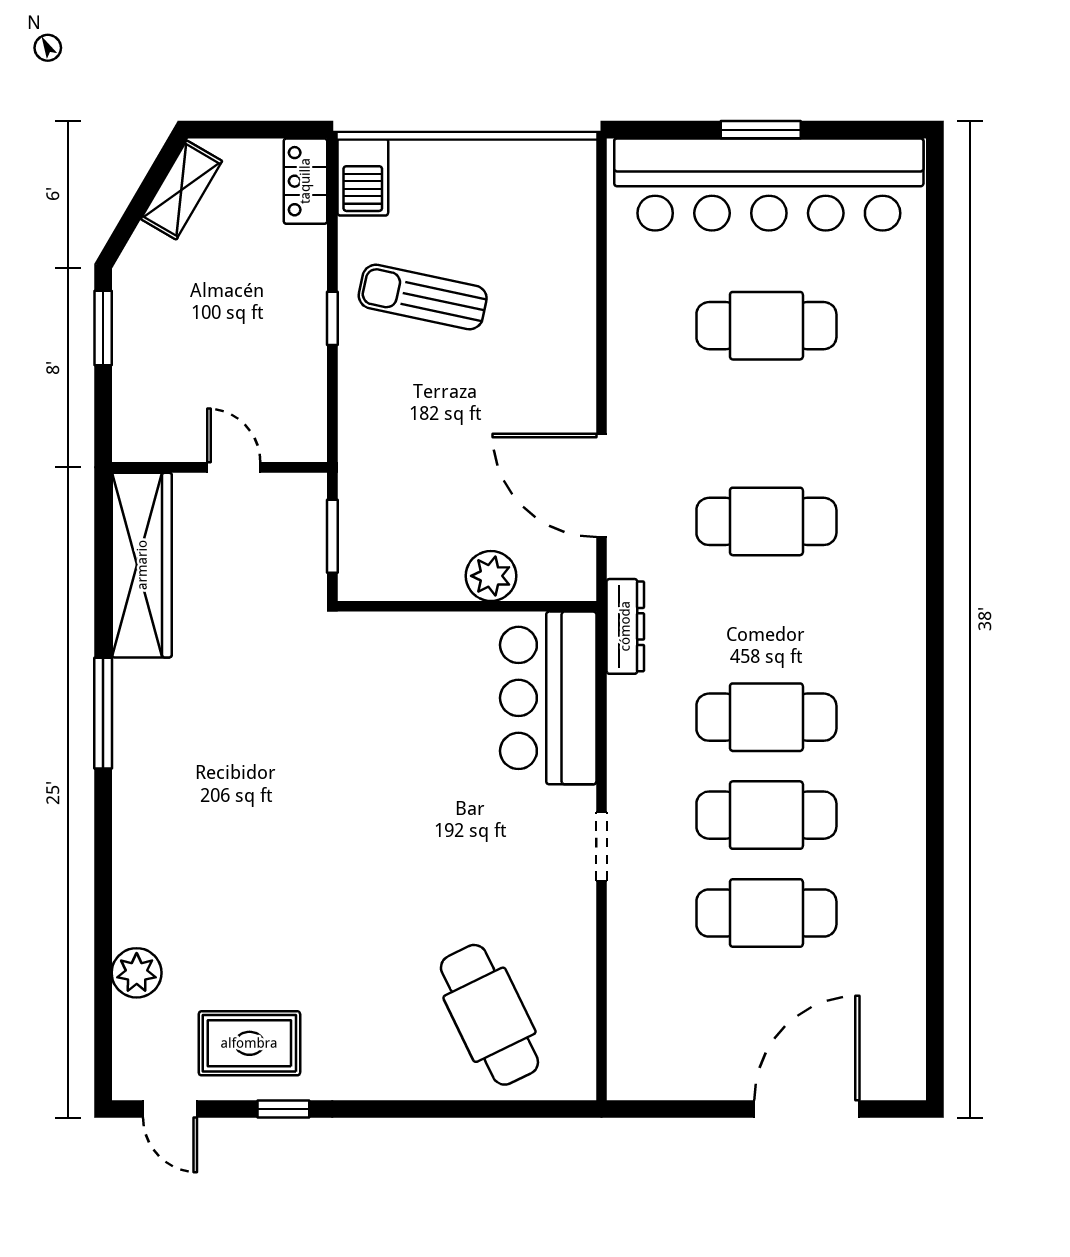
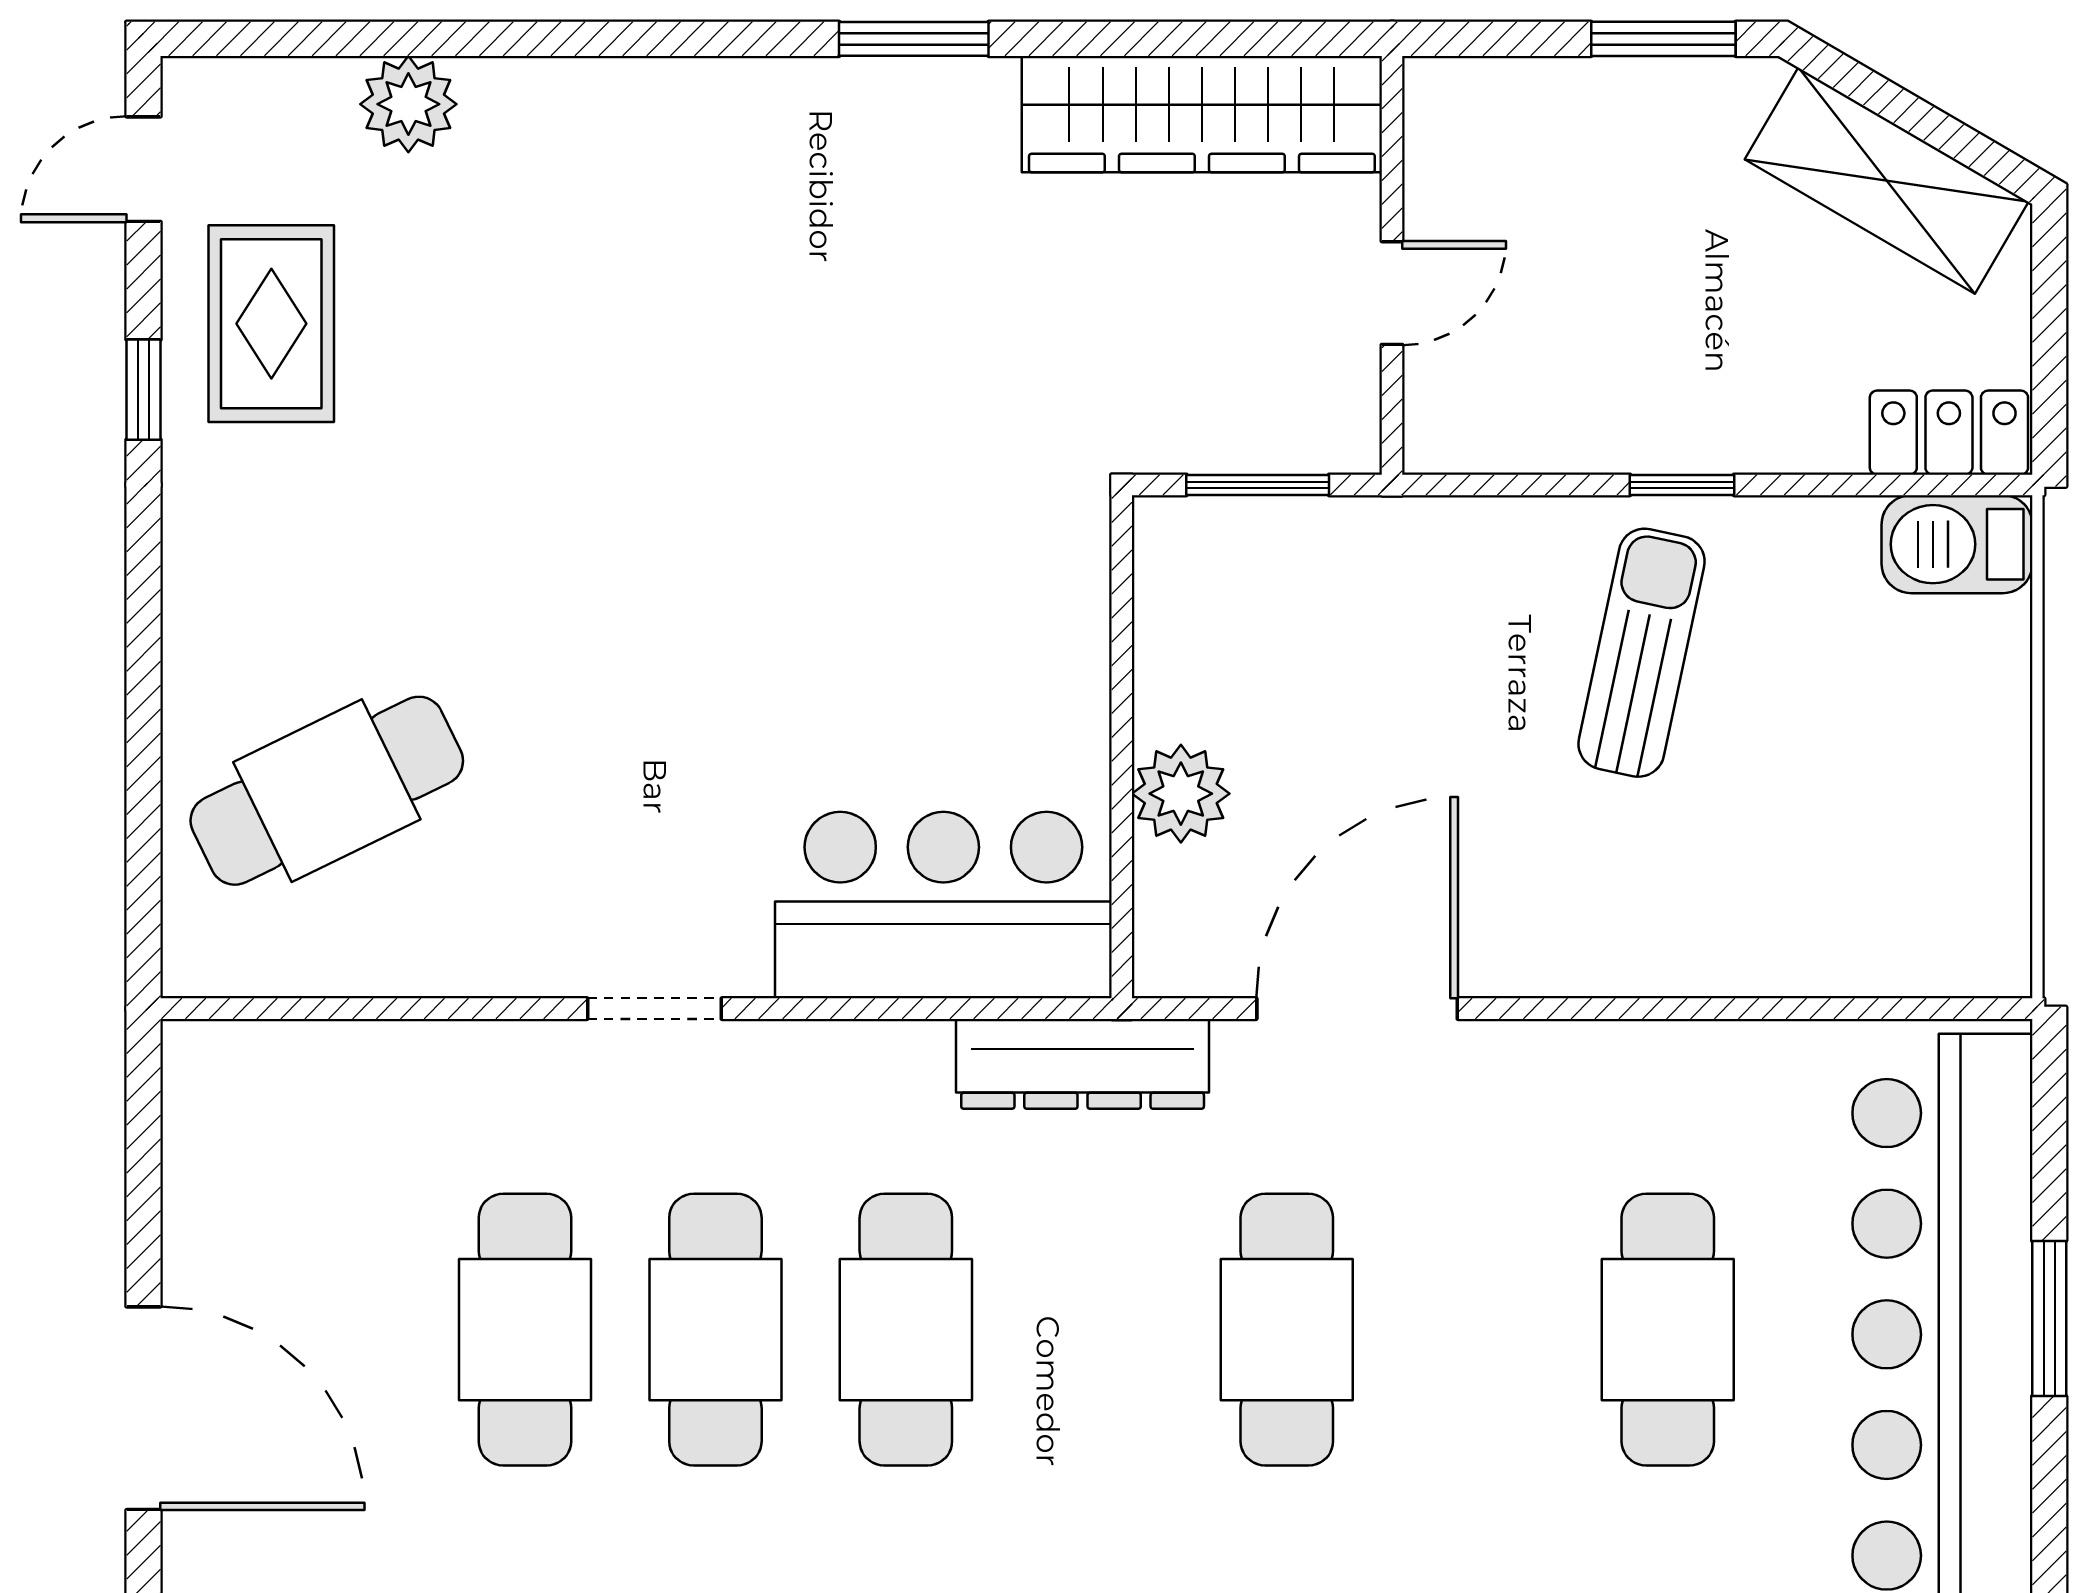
shelving: (181, 190) -> (1887, 181), width x1.50, depth x1.33
sun lounger: (423, 297) -> (1642, 653), moved
dresser: (625, 626) -> (1083, 1064), width x1.37, depth x1.24
window: (103, 713) -> (914, 39), width x0.69

